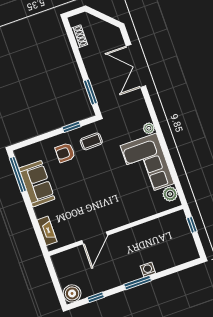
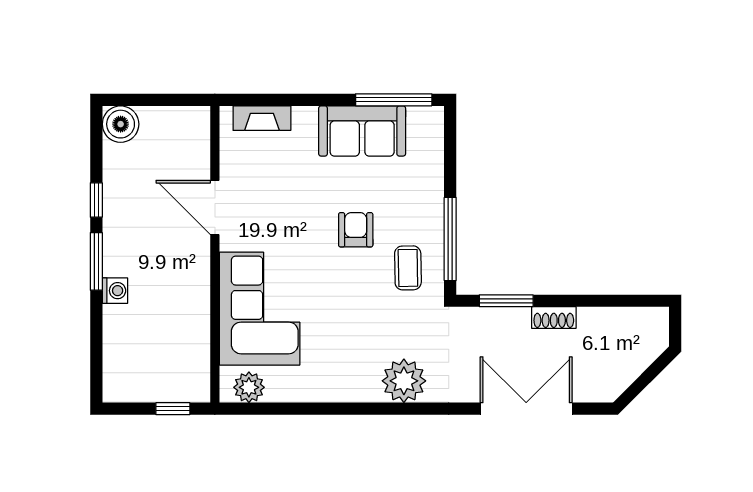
shoe rack: (79, 36) -> (554, 318), moved
window: (72, 127) -> (450, 239), width x2.17
plant: (149, 128) -> (404, 381), width x1.88, depth x1.88
armchair: (65, 153) -> (356, 230), moved
corner sofa: (147, 165) -> (260, 309), moved, turned 90
window: (96, 297) -> (96, 200), moved

